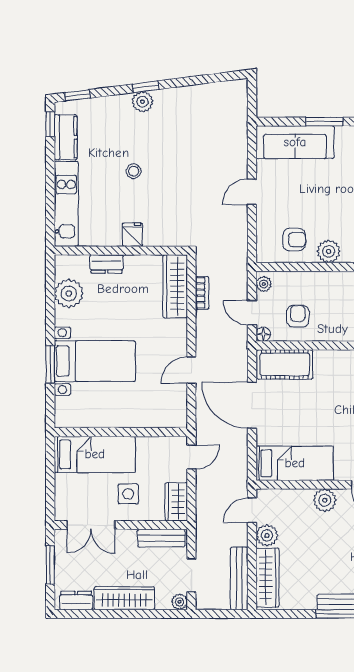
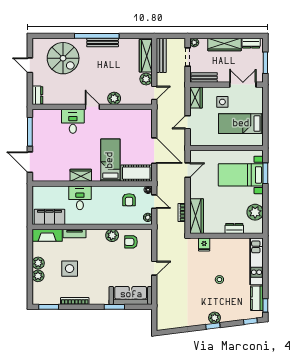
fridge: (132, 235) -> (204, 245), moved
wall: (121, 432) -> (226, 148), moved
bed: (295, 463) -> (110, 160), moved, turned 90

